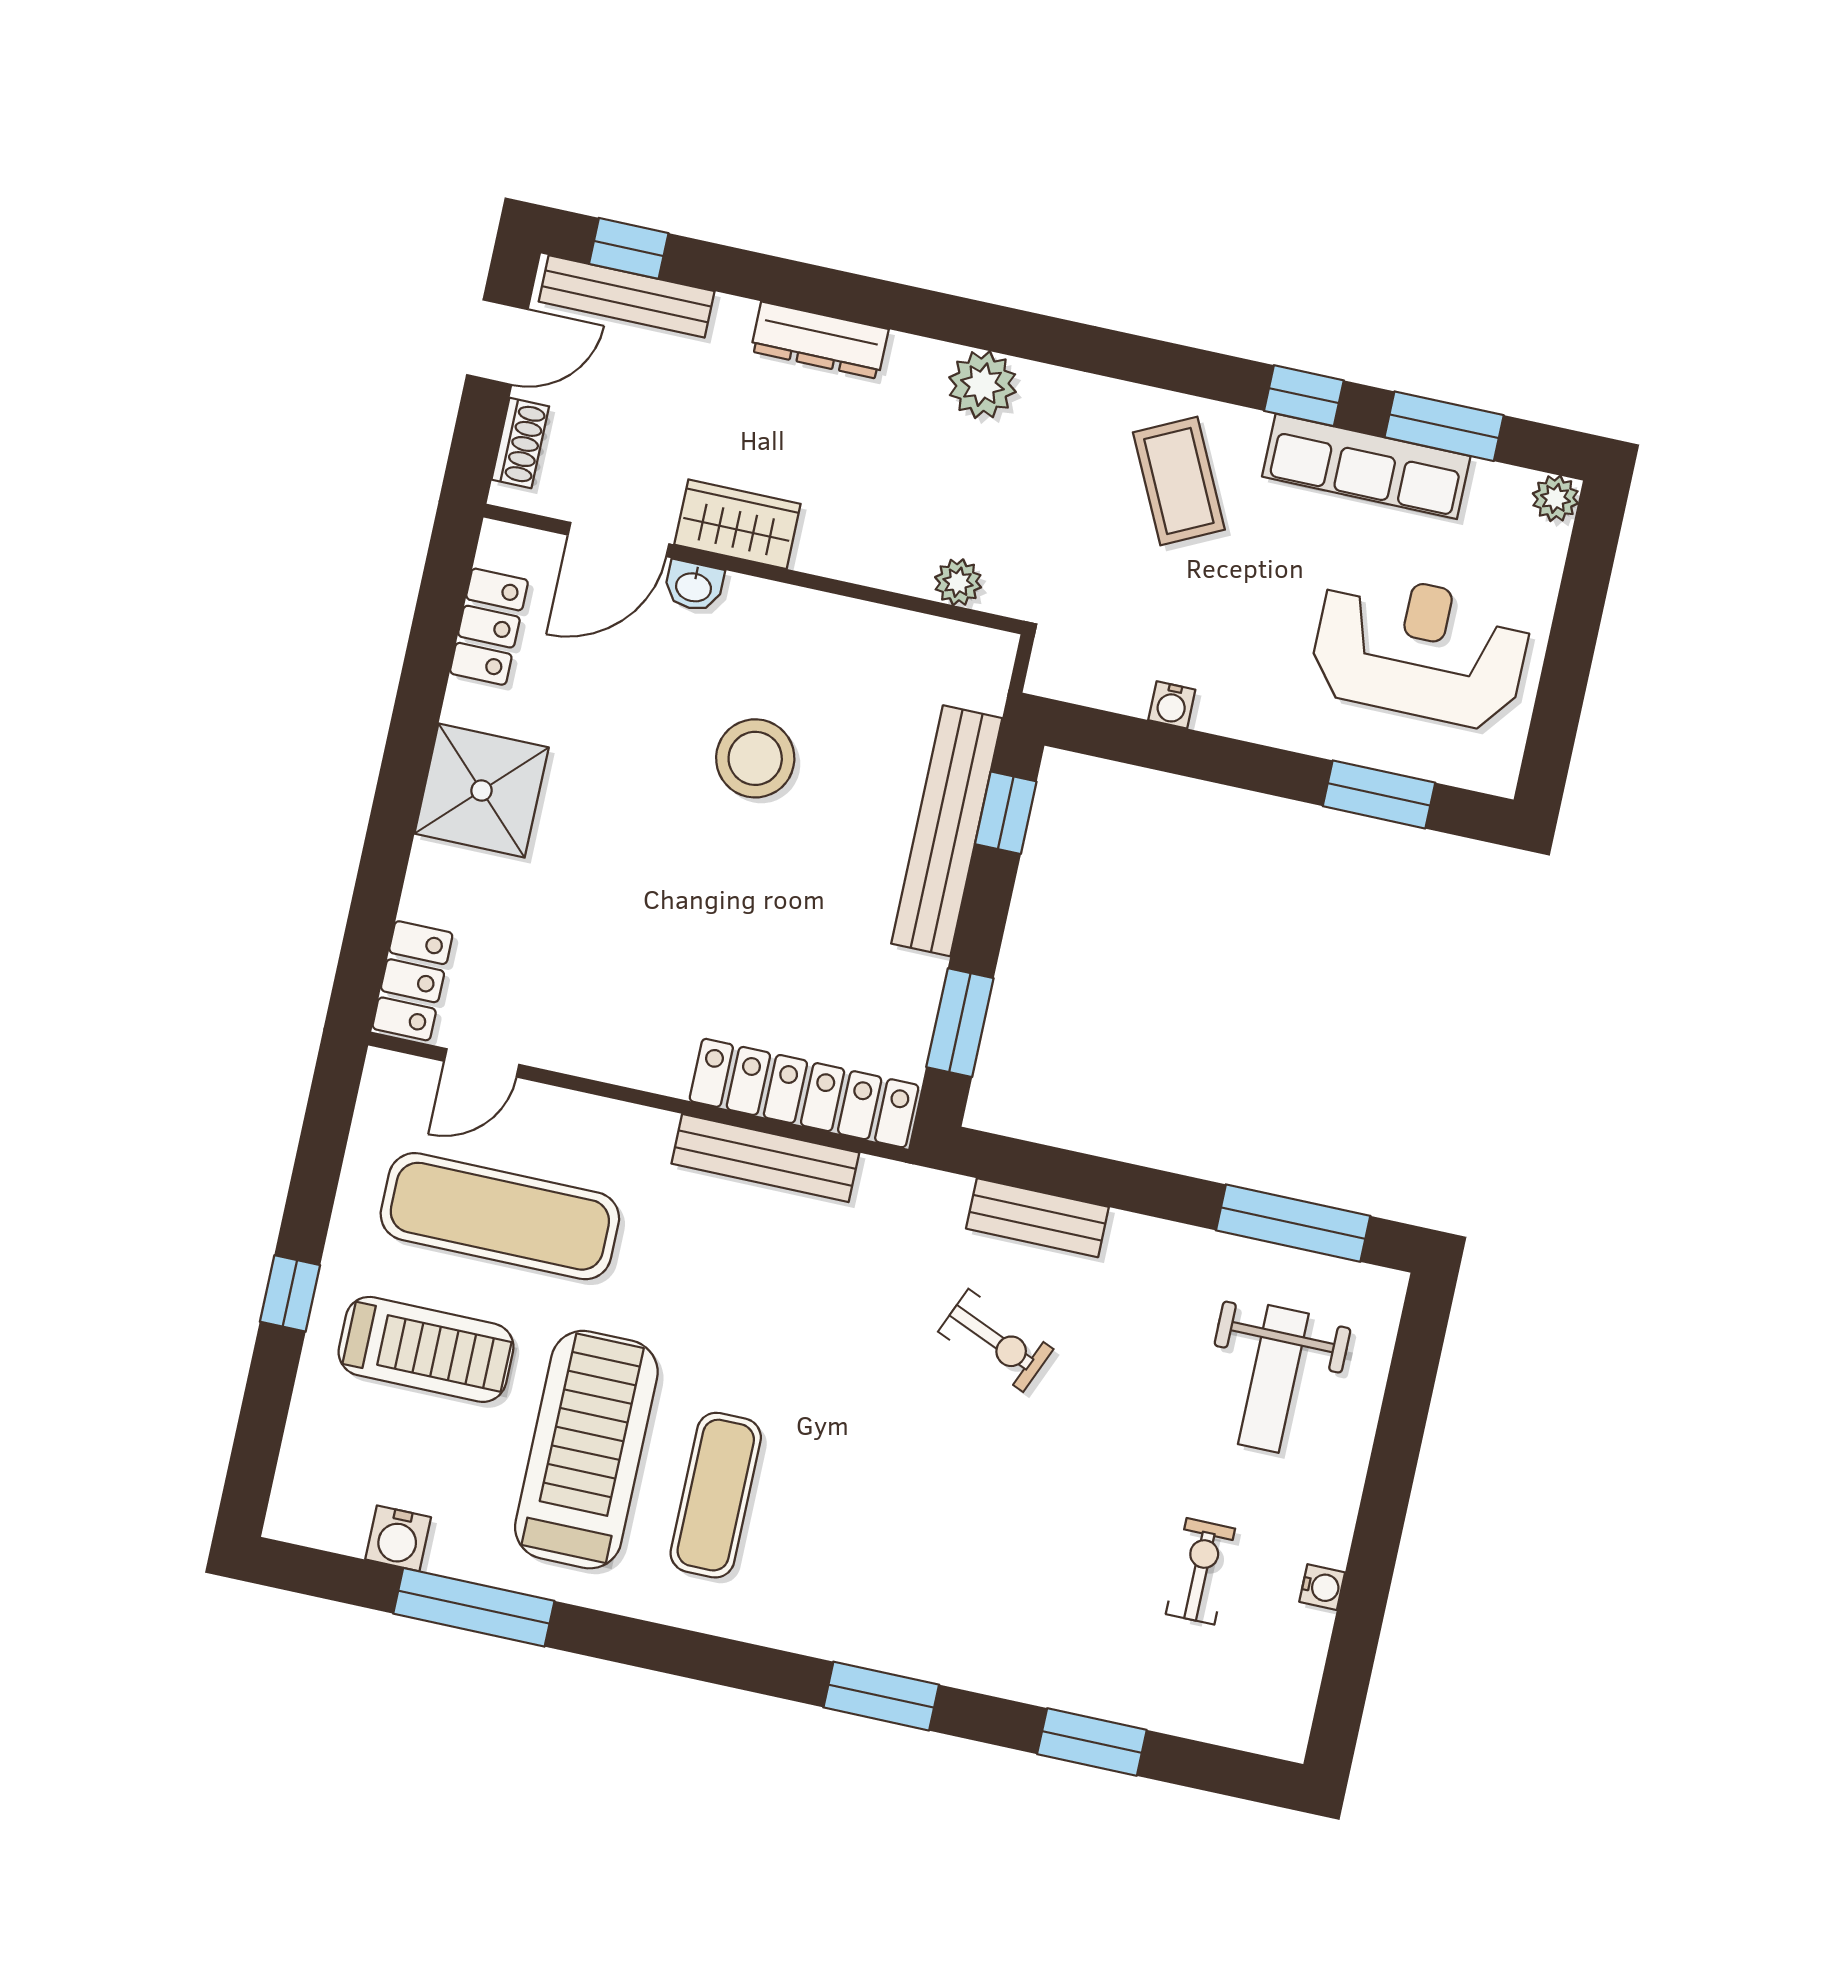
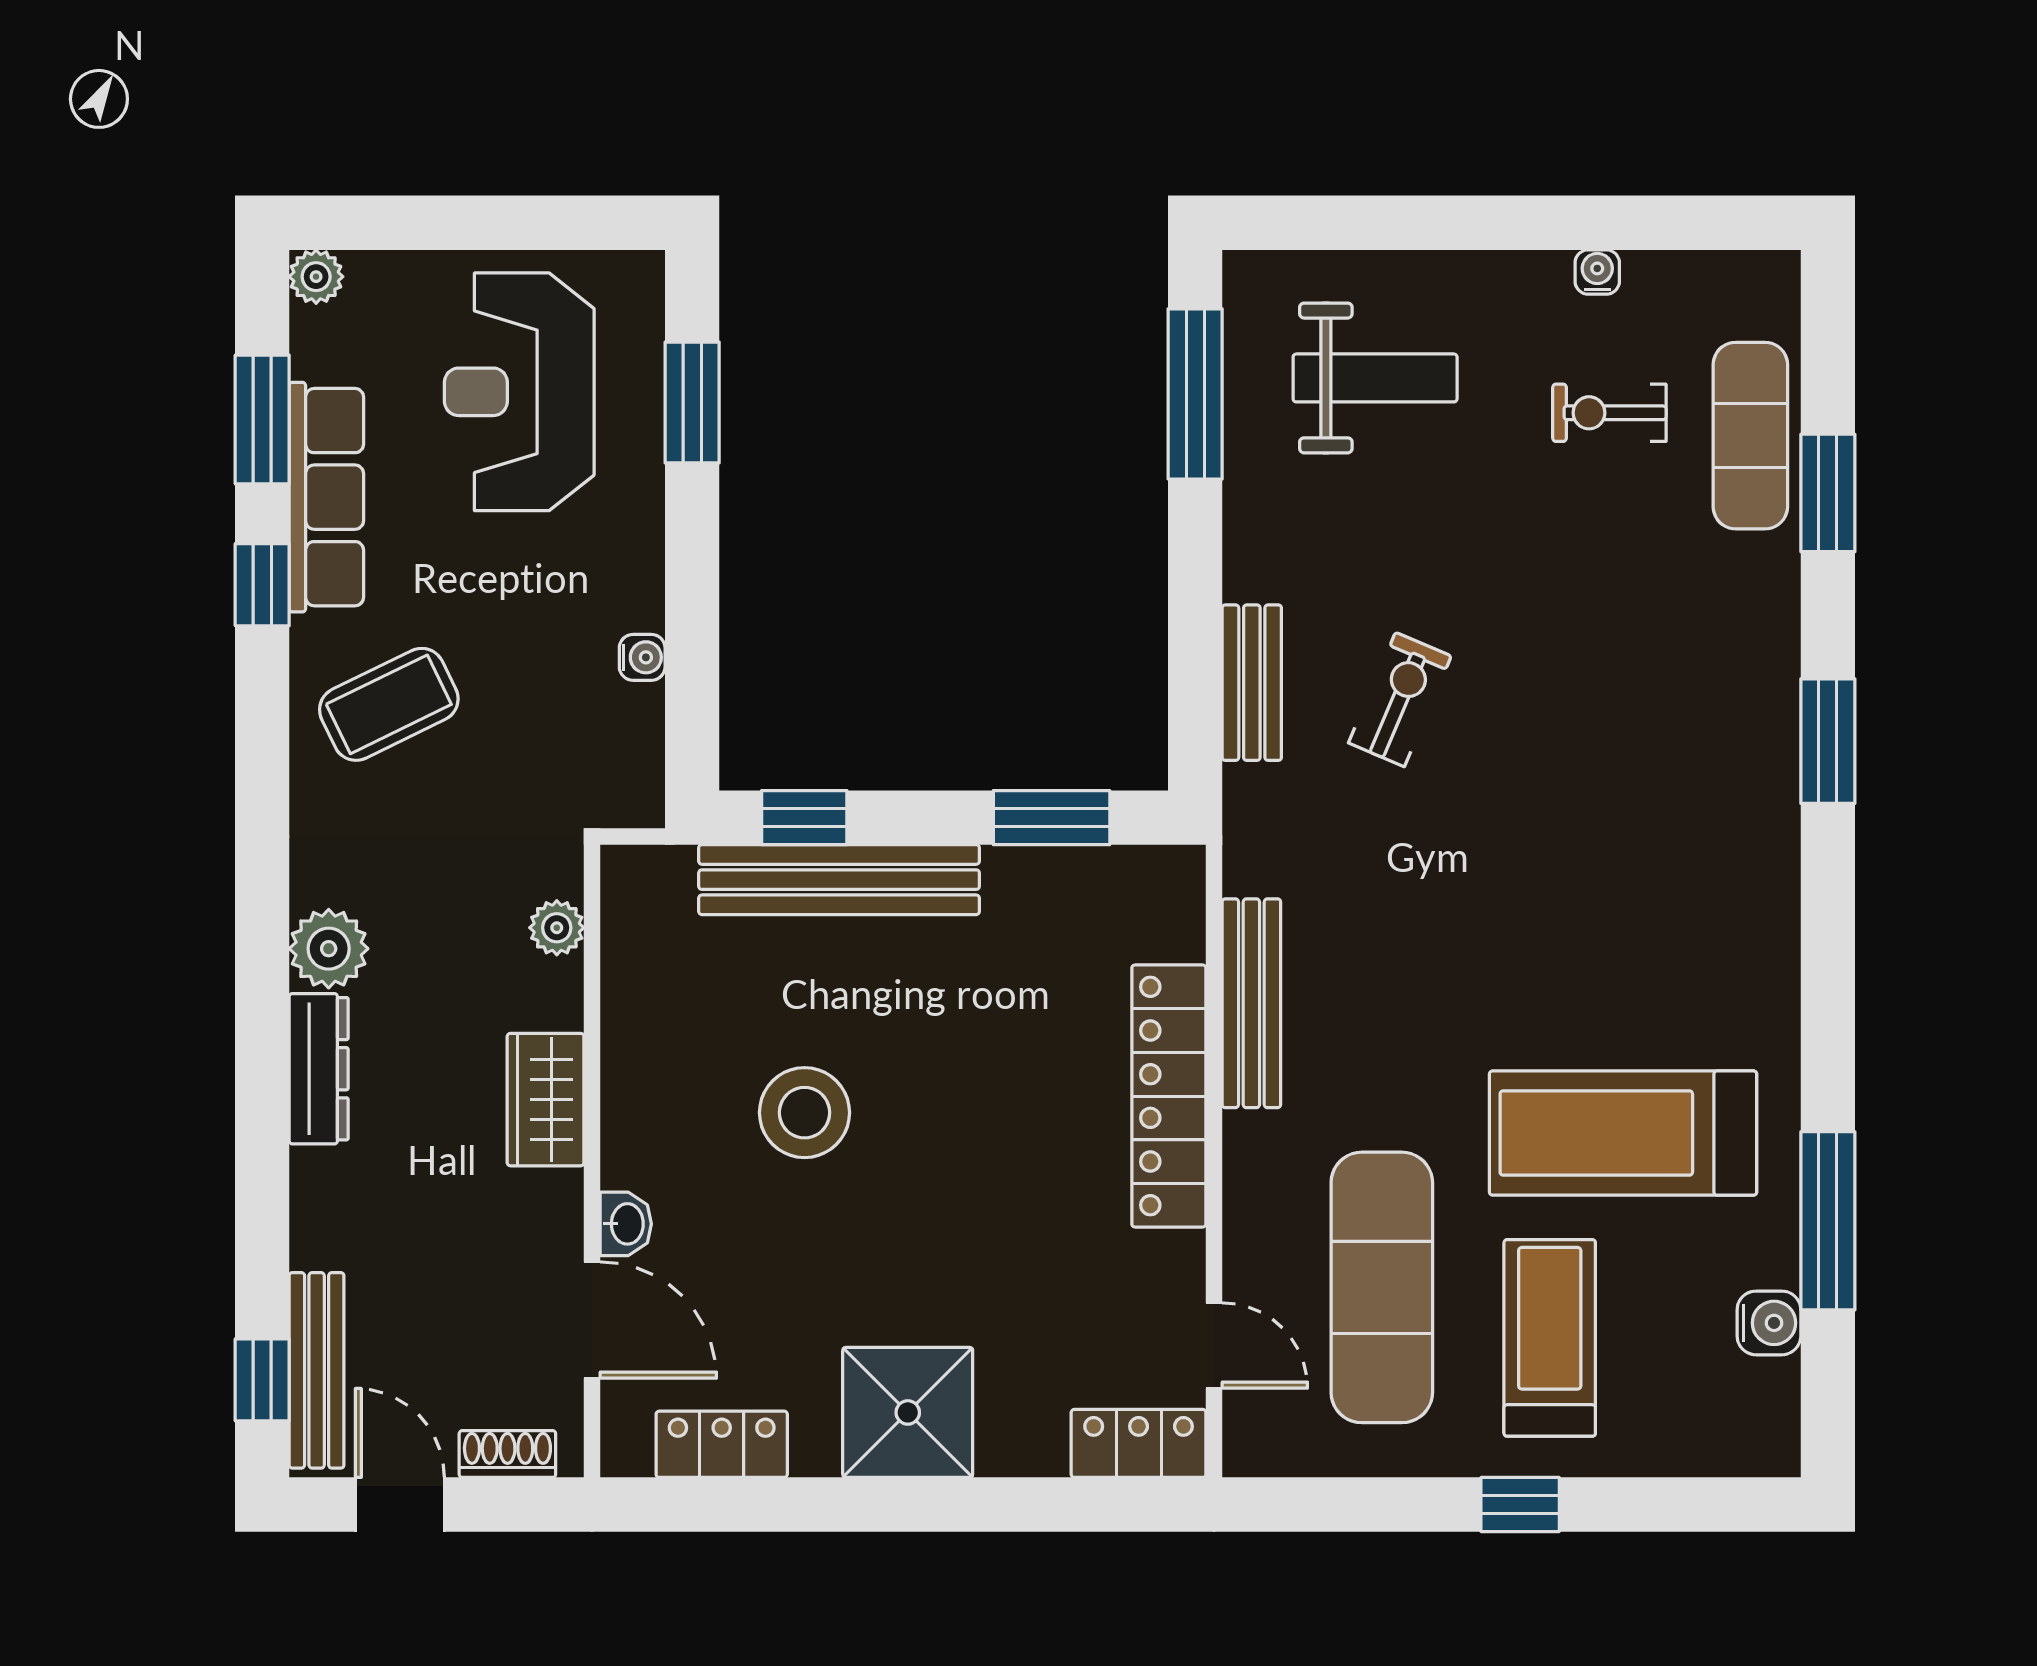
dresser: (820, 340) -> (319, 1069), moved
wardrobe: (737, 524) -> (546, 1100), moved
locker: (804, 1093) -> (1169, 1096), moved
exercise mat: (716, 1495) -> (1750, 436), moved, turned 90

